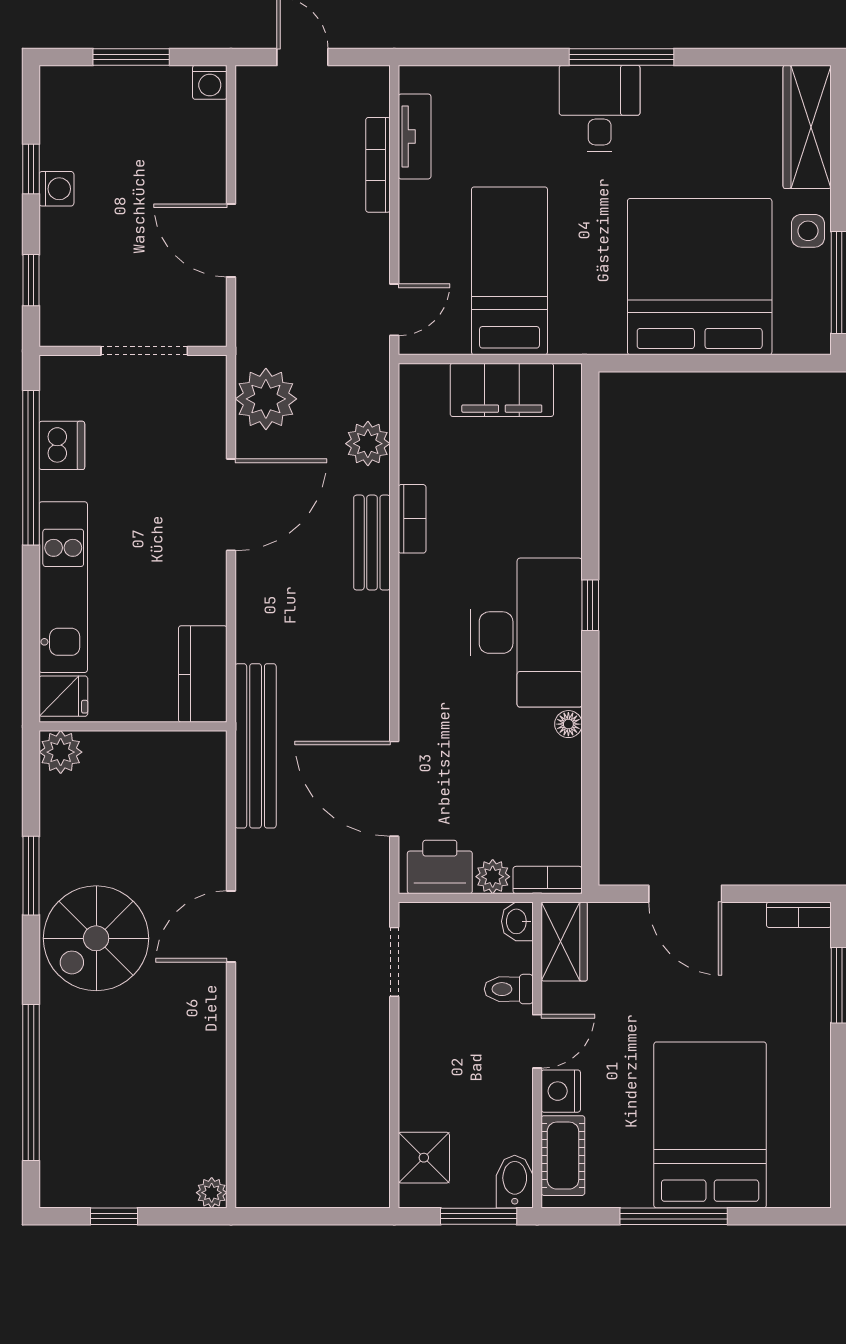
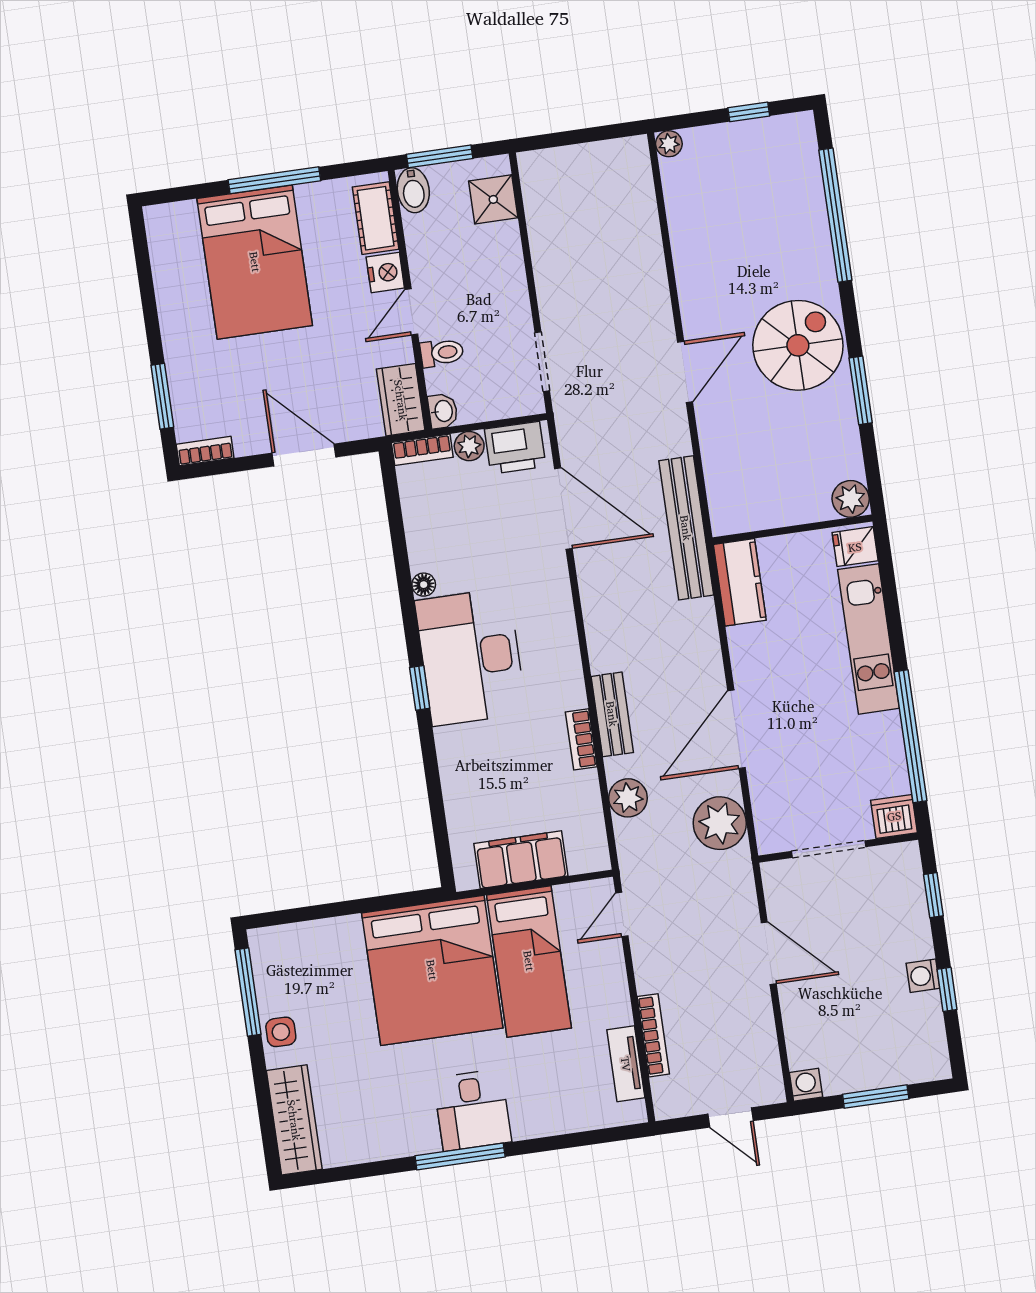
bed: (700, 277) -> (432, 970), moved
dishwasher: (62, 445) -> (894, 816), moved, turned 90

